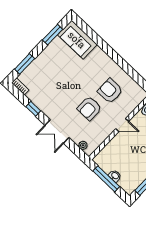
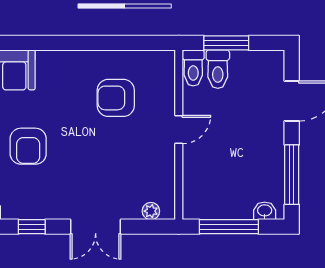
armchair: (89, 108) -> (28, 146), moved
washbasin: (115, 176) -> (265, 211), moved

